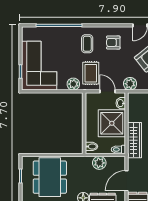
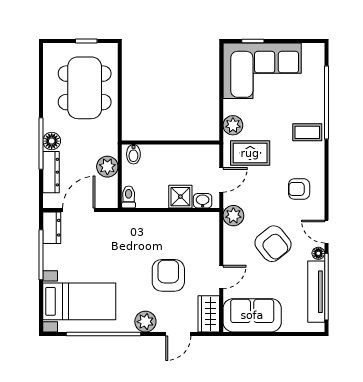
armchair: (113, 43) -> (299, 189), turned -90
coffee table: (87, 44) -> (307, 132), moved
shower: (112, 123) -> (180, 197), width x0.54, depth x0.54
wardrobe: (135, 140) -> (143, 223), removed
dining table: (50, 177) -> (85, 88), turned 90
door: (127, 181) -> (79, 210), hinge flipped

